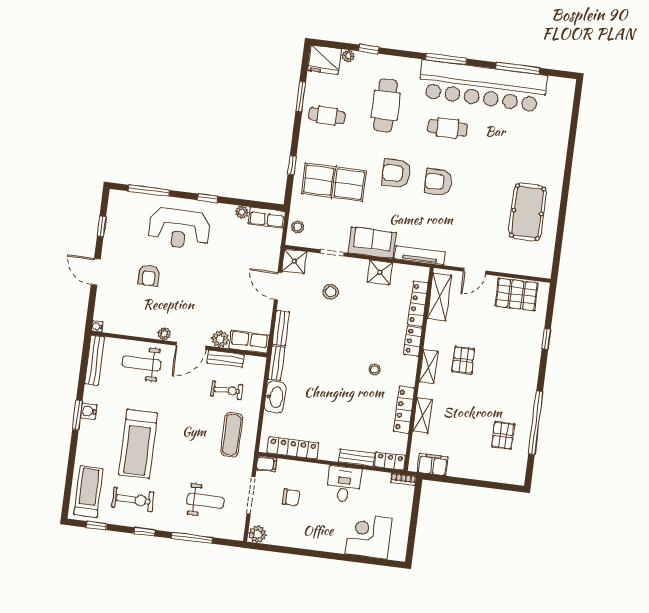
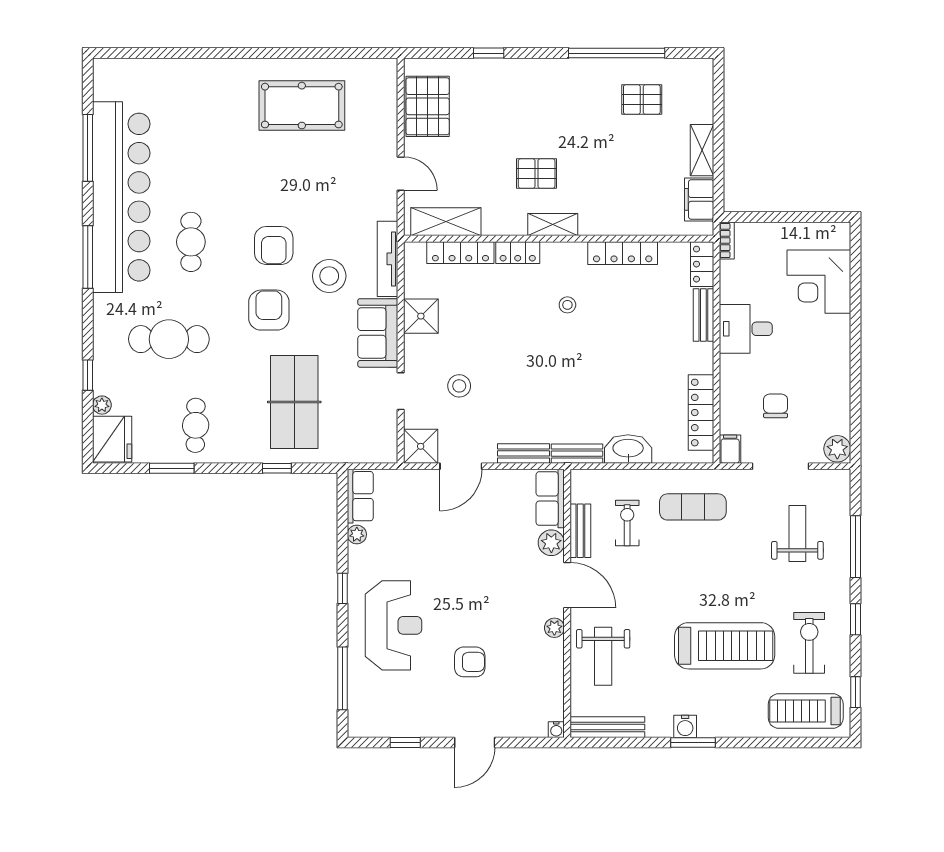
armchair: (396, 173) -> (269, 310), turned 180
stool: (298, 227) -> (329, 276), moved, width x1.89, depth x1.89
shelving: (423, 415) -> (702, 150), moved, turned 90

